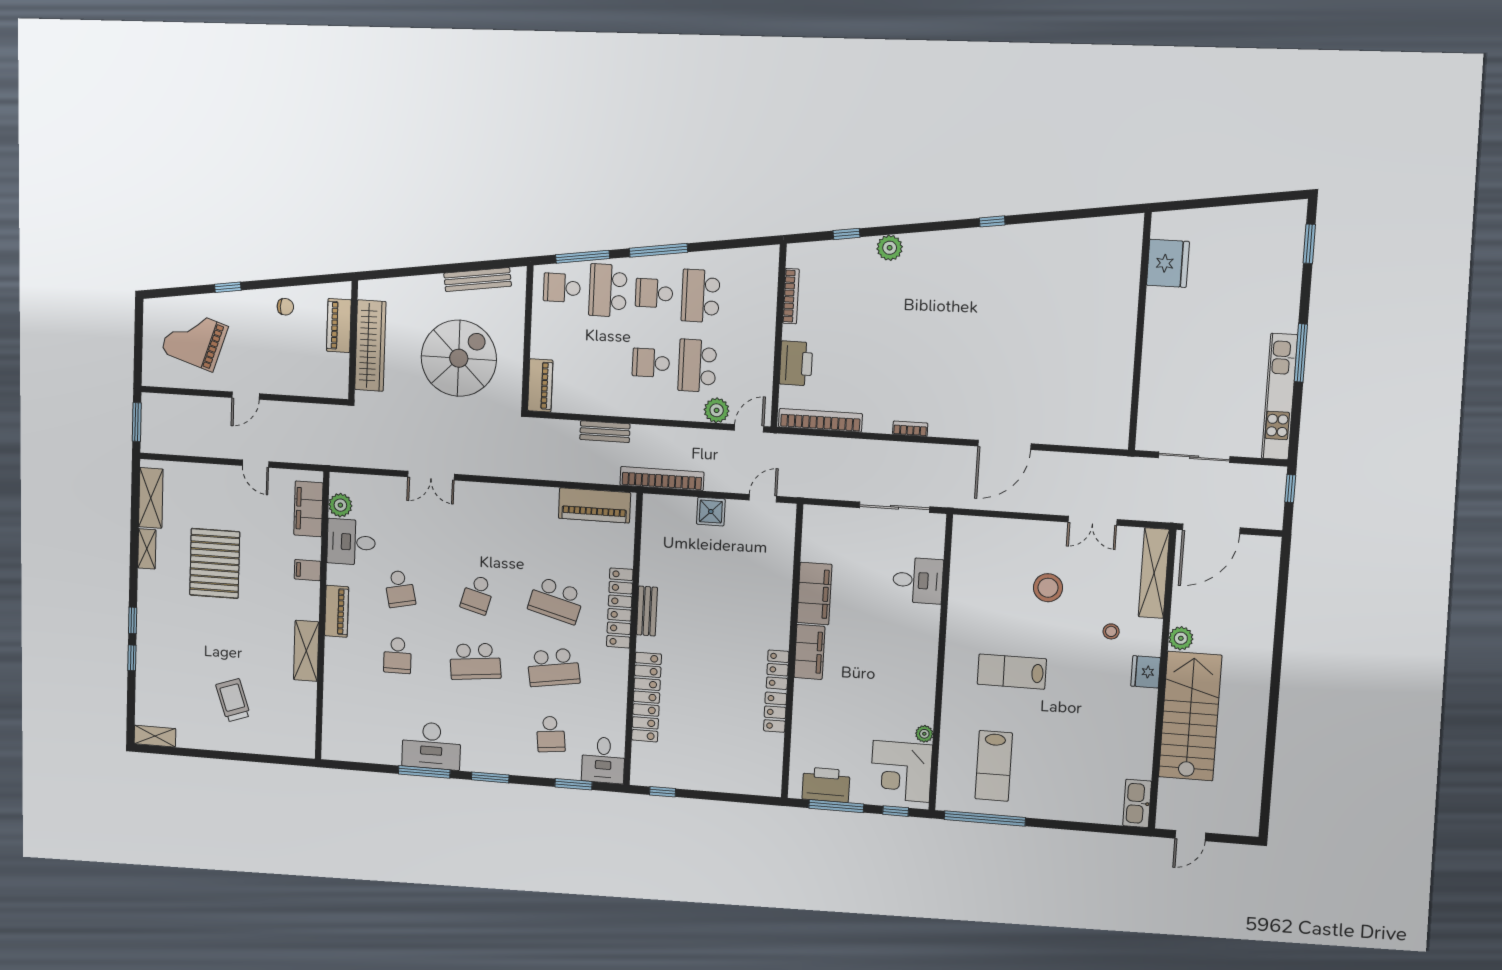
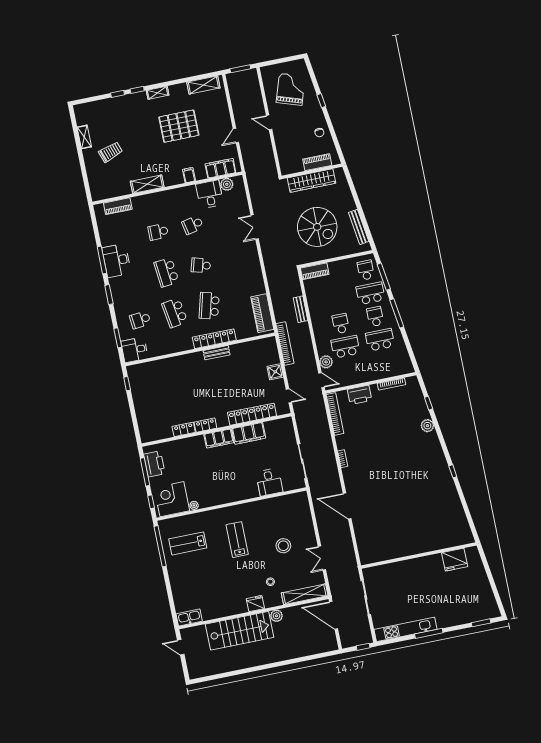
shelving: (147, 549) -> (158, 93), moved
piano: (337, 611) -> (118, 206), moved
locker: (647, 697) -> (252, 414), moved, turned 180
shelving: (155, 736) -> (84, 137), moved

